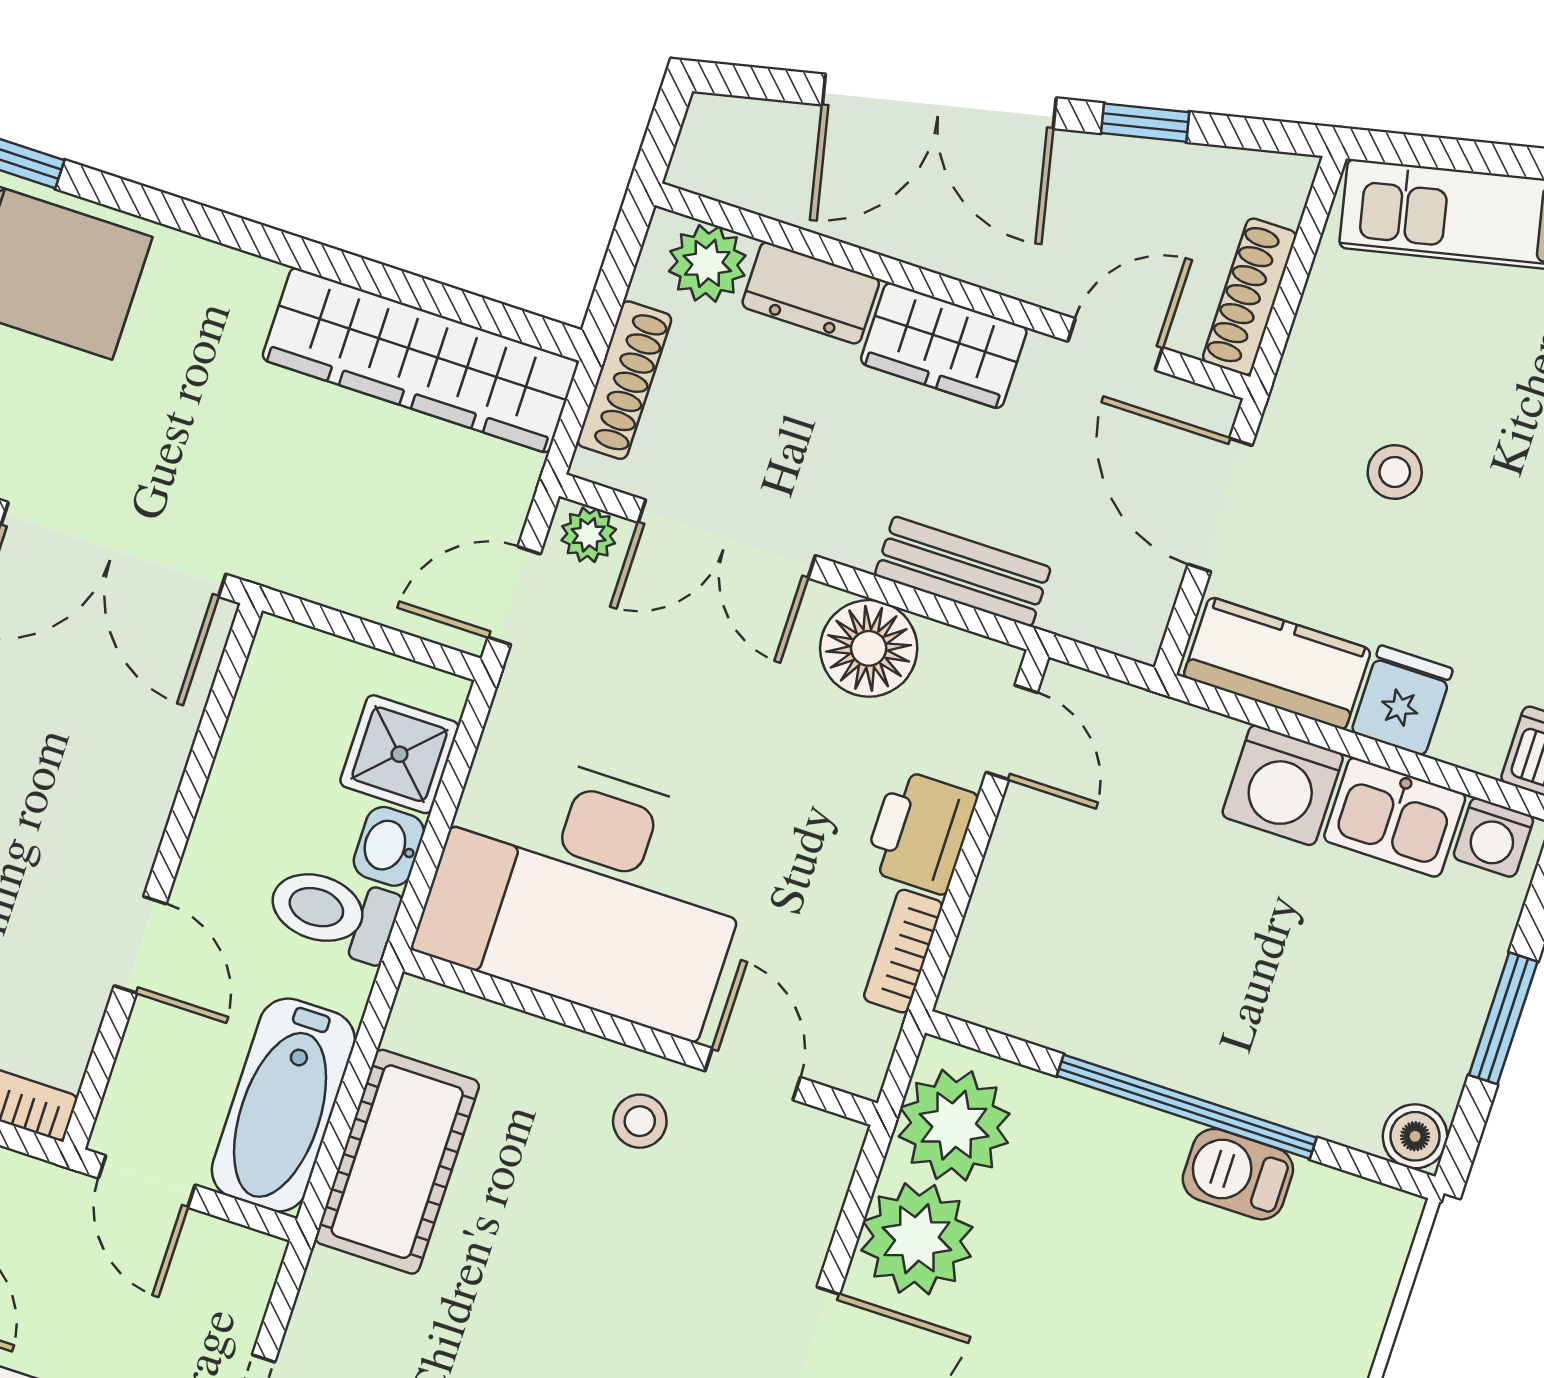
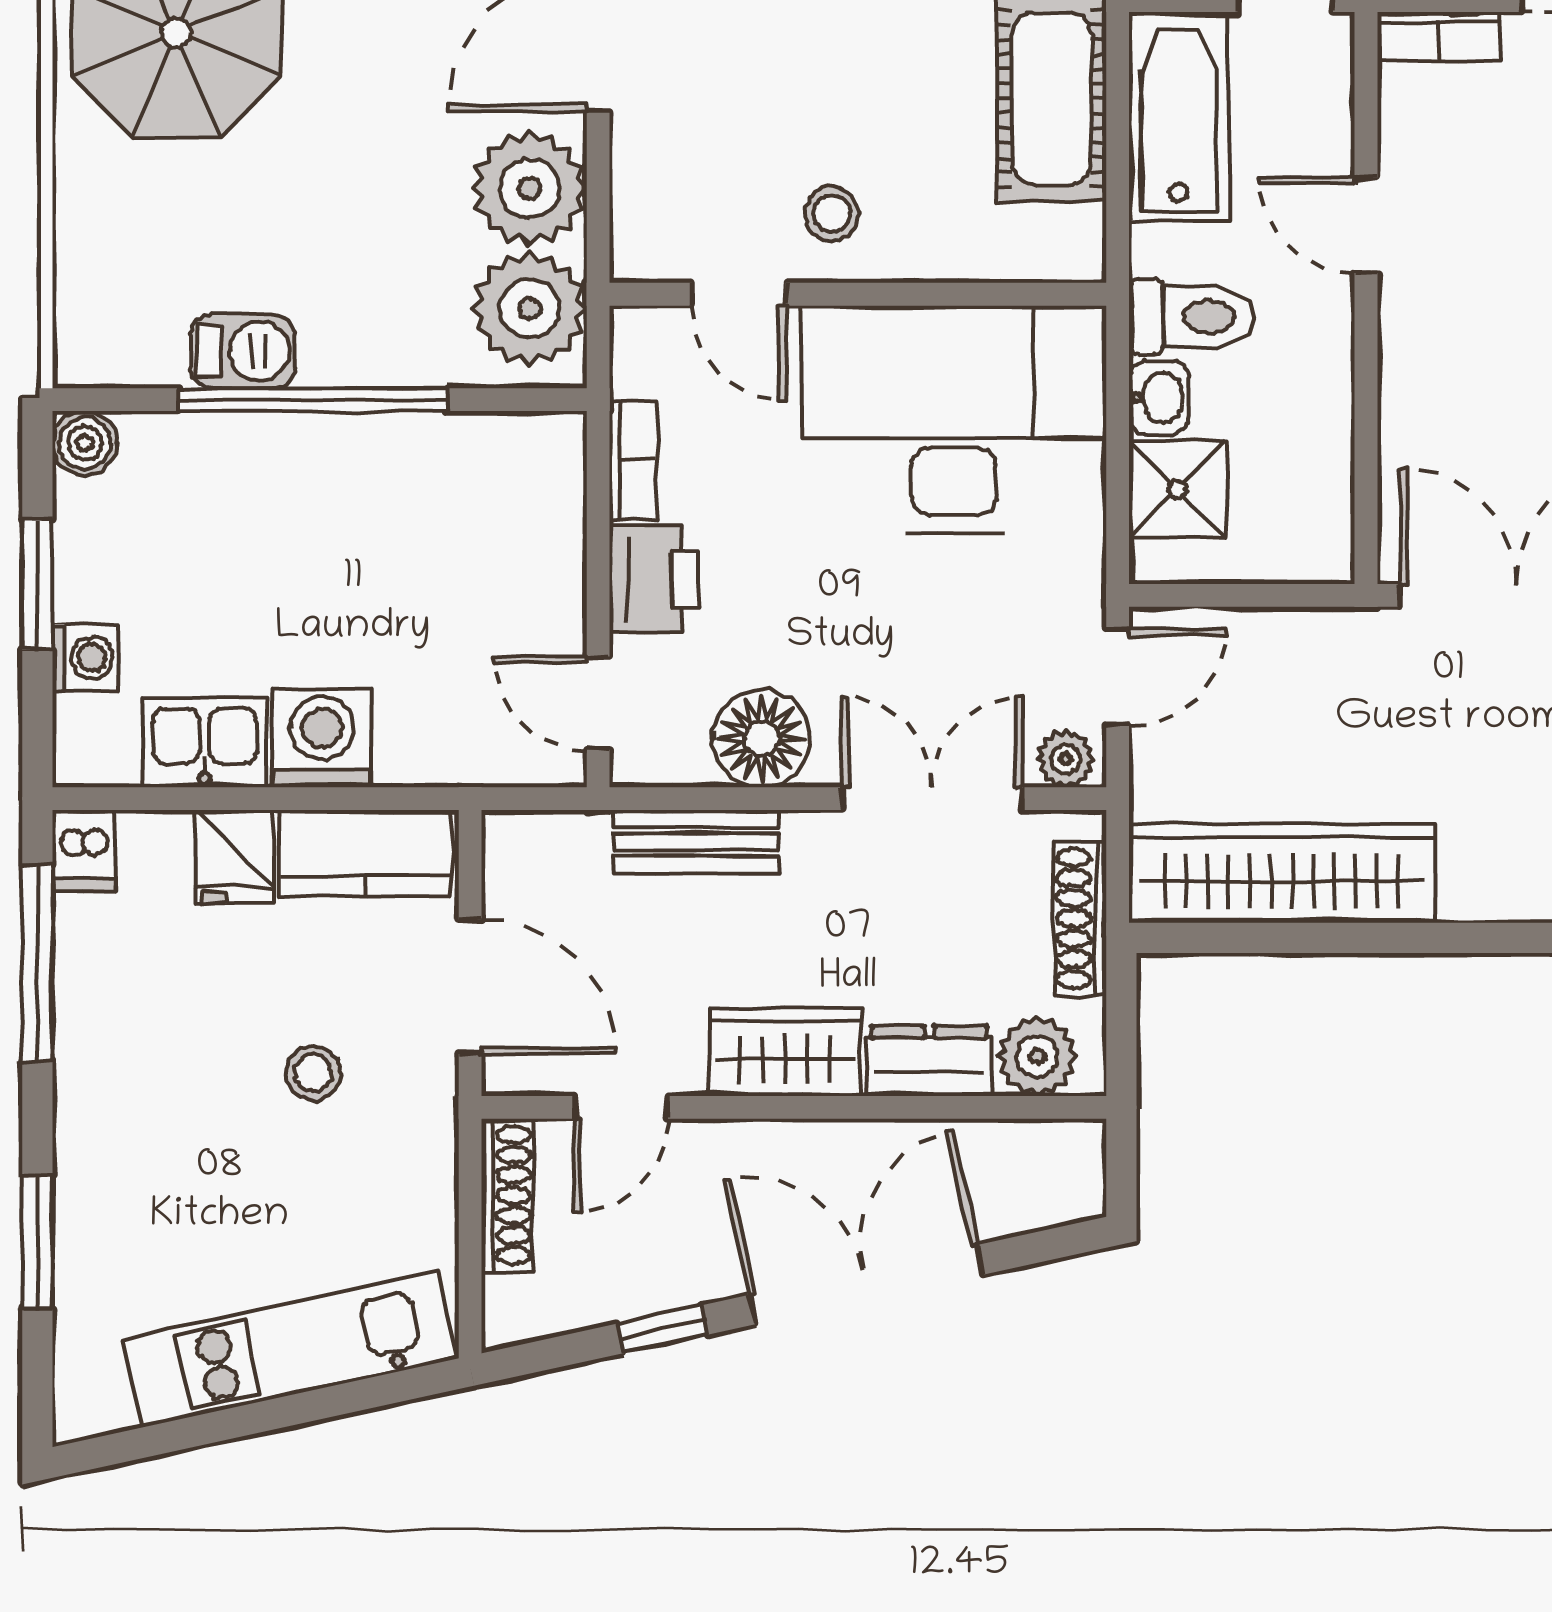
washing machine: (1493, 837) -> (85, 658), moved, turned 90

